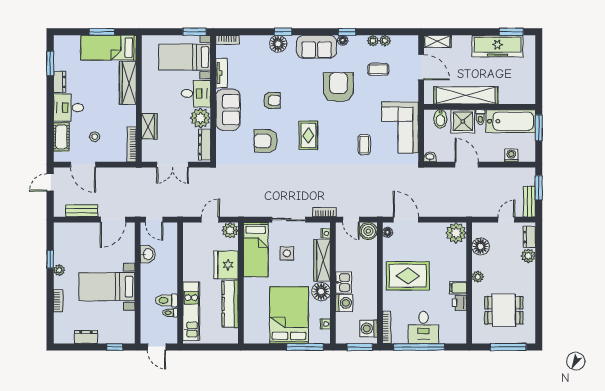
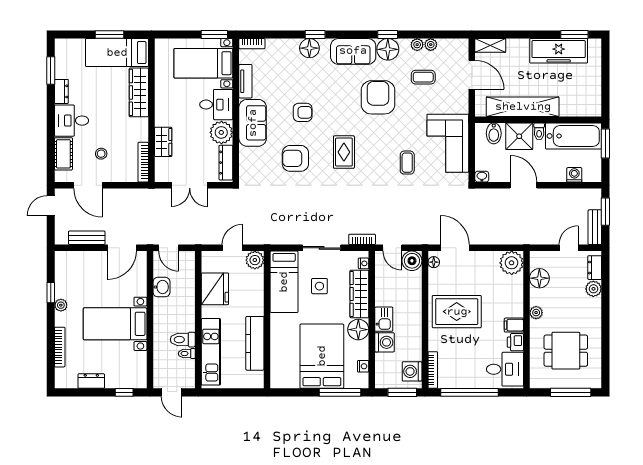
floor lamp: (343, 40) -> (388, 49), width x1.89, depth x1.89
fridge: (226, 265) -> (215, 289), moved, turned 180
bookcase: (58, 301) -> (60, 347), width x1.56
desk: (423, 327) -> (505, 369), moved, turned -90

